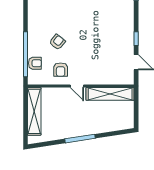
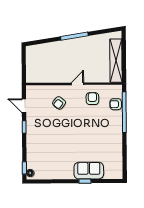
armchair: (57, 42) -> (59, 103), moved
door: (77, 86) -> (78, 84), hinge flipped
shelving: (110, 94) -> (47, 77), removed

